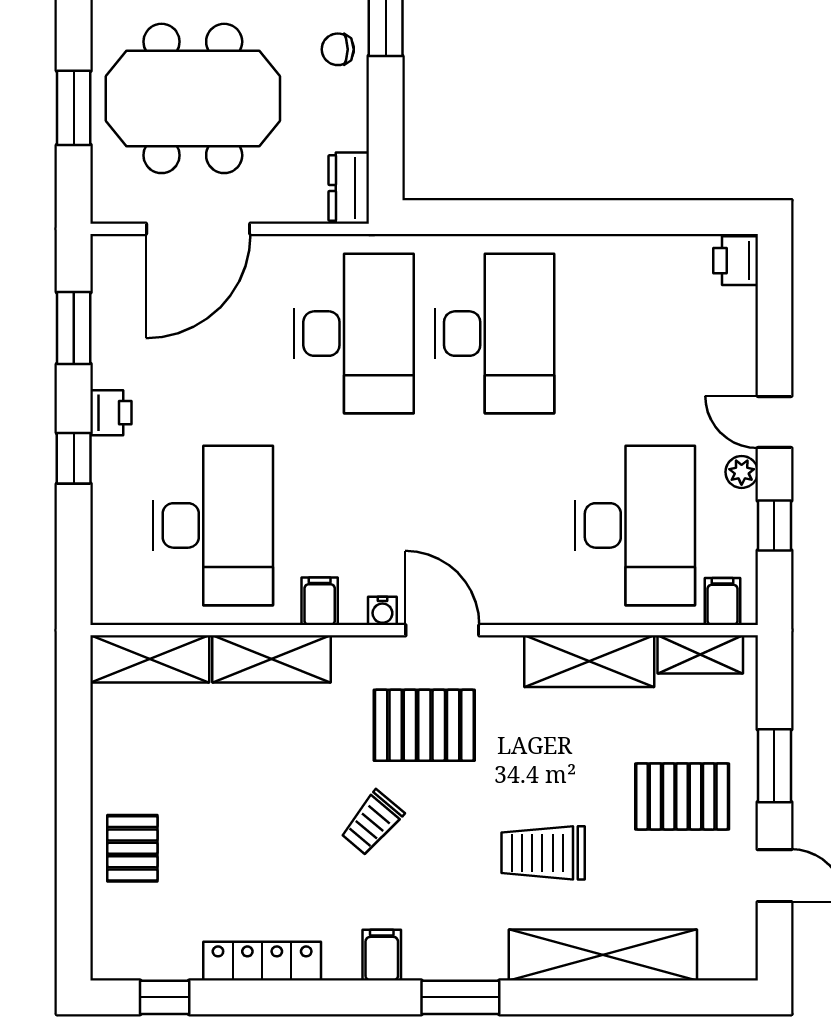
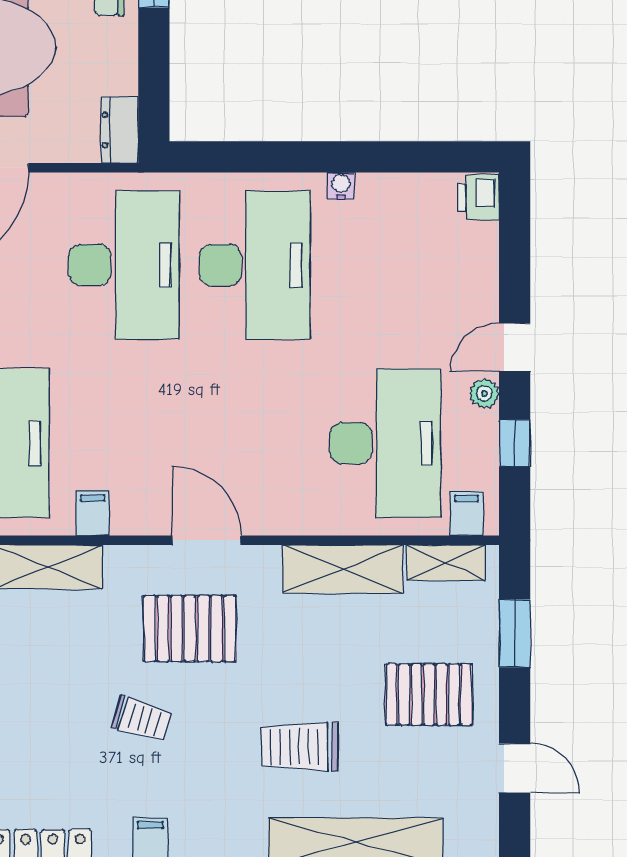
door: (774, 422) -> (515, 347), hinge flipped
water cooler: (382, 611) -> (341, 186), moved, turned 180
window: (774, 766) -> (515, 633), moved
trolley: (372, 823) -> (141, 719), turned -113

